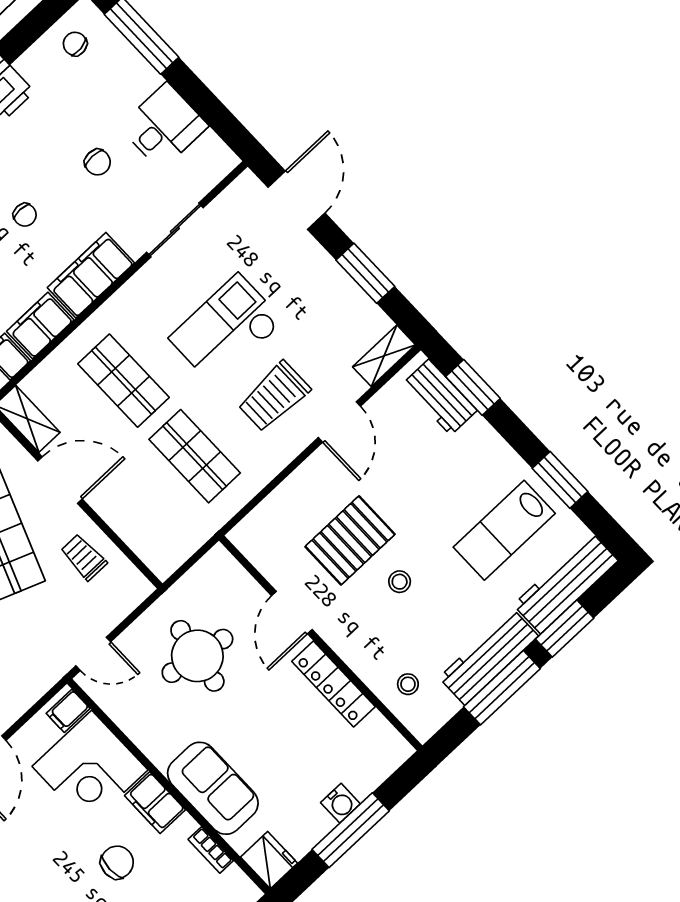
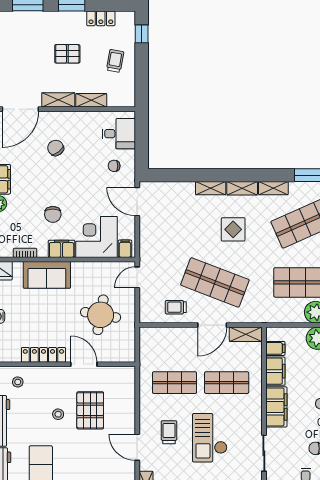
checkout: (226, 330) -> (210, 438), turned 180
trolley: (274, 396) -> (169, 432), width x0.73, depth x0.72
trolley: (84, 557) -> (176, 307), turned 180

